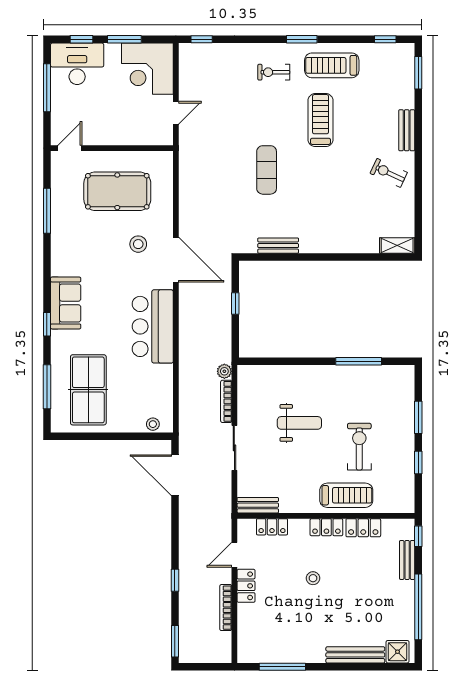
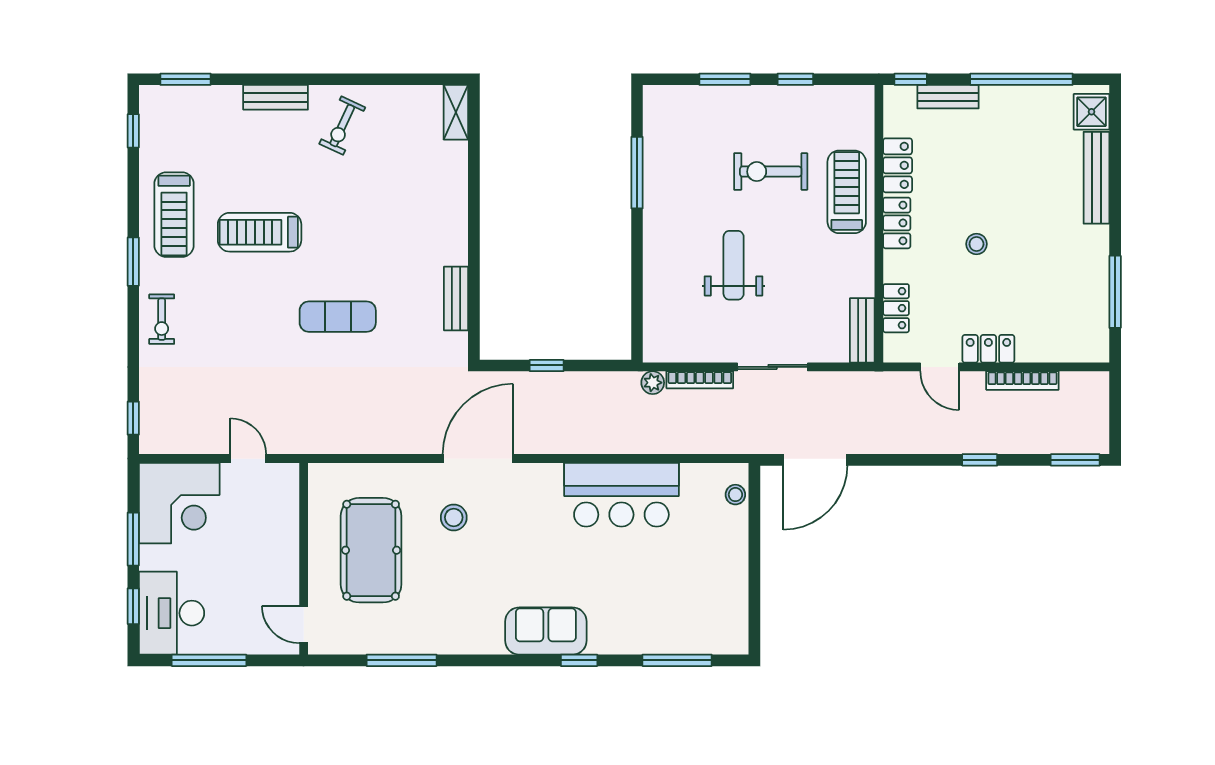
exercise bike: (274, 72) -> (162, 319), moved
bar counter: (153, 326) -> (621, 495), moved
table tennis table: (88, 390) -> (682, 596), removed

